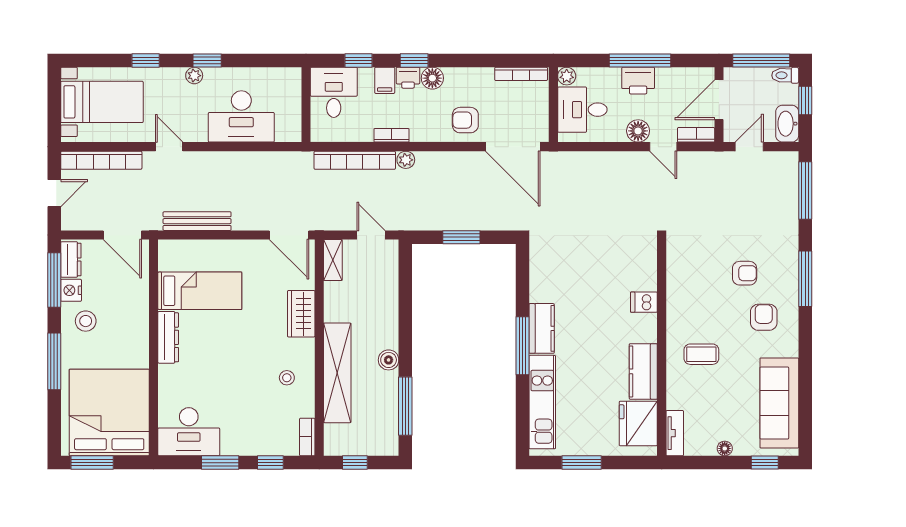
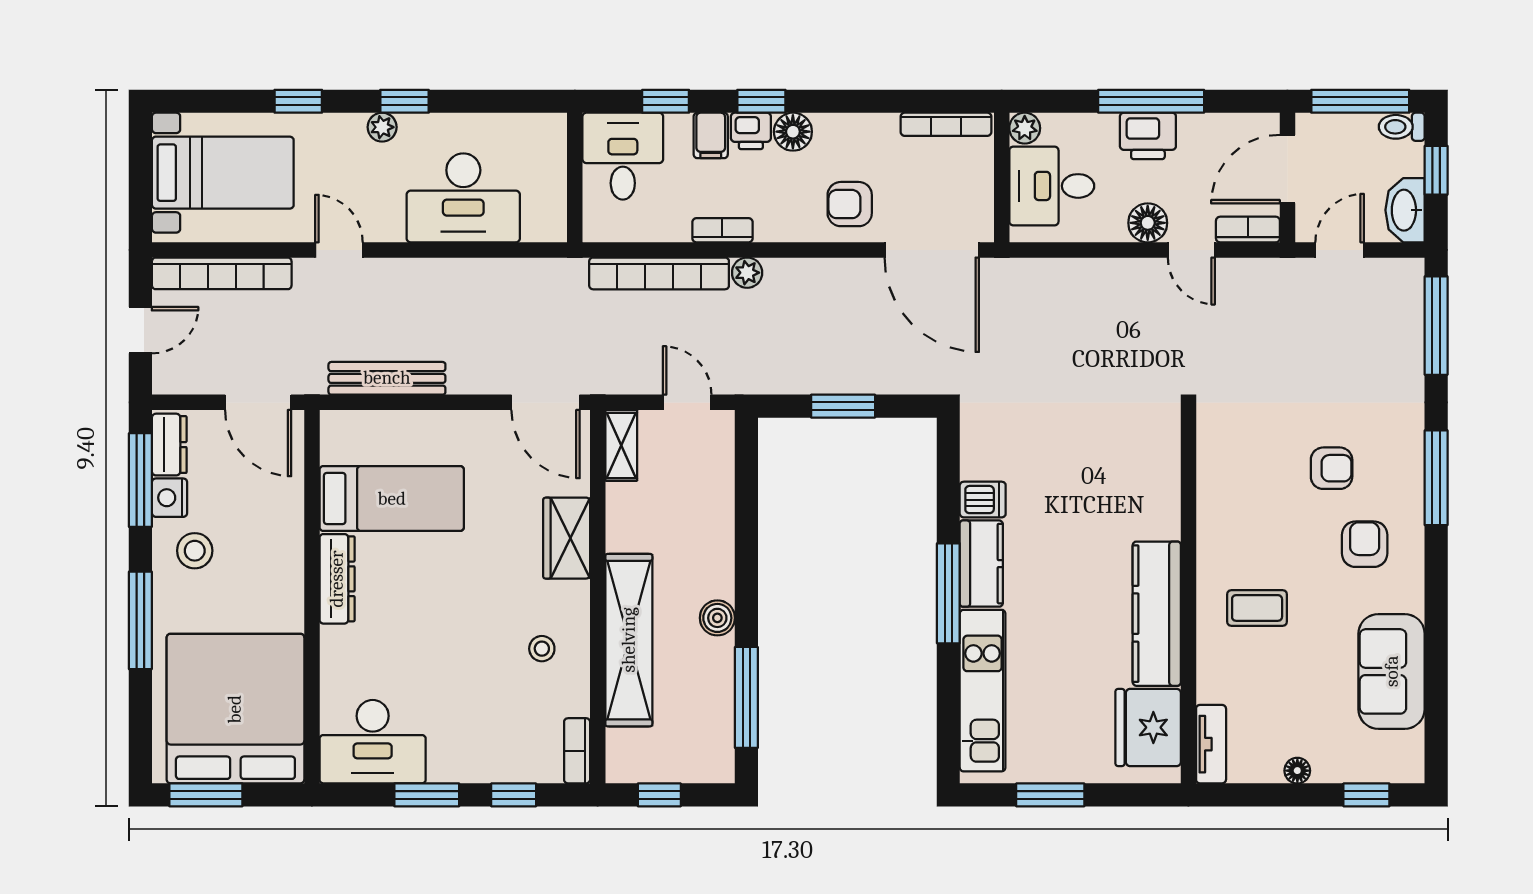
dishwasher: (644, 302) -> (983, 500), moved, turned 180
kitchen counter: (643, 371) -> (1157, 614), width x1.50
sofa: (779, 403) -> (1392, 671), width x0.73

